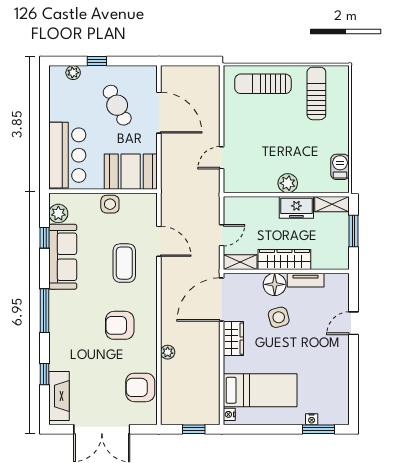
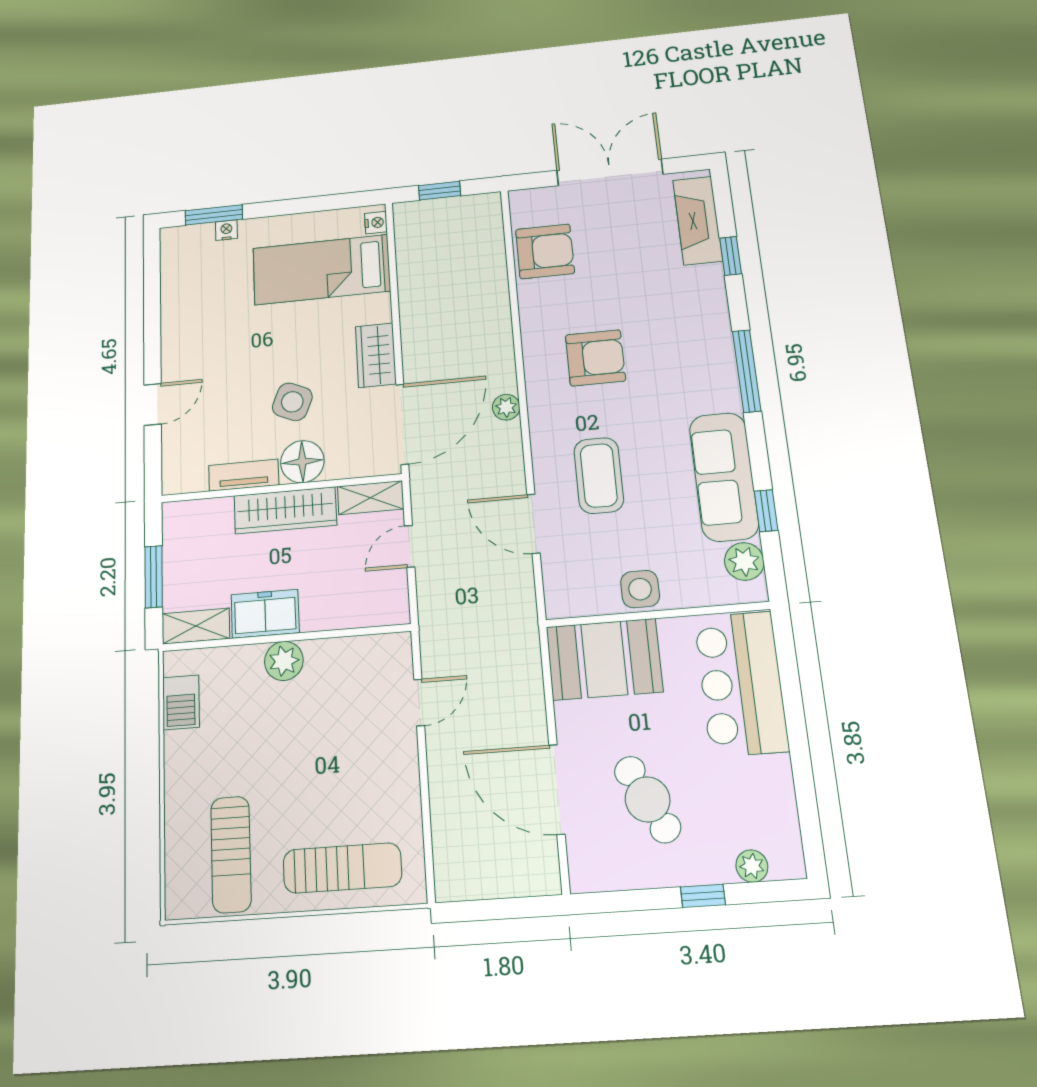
side table: (279, 317) -> (292, 402), turned 38
plant: (168, 352) -> (506, 407), moved

